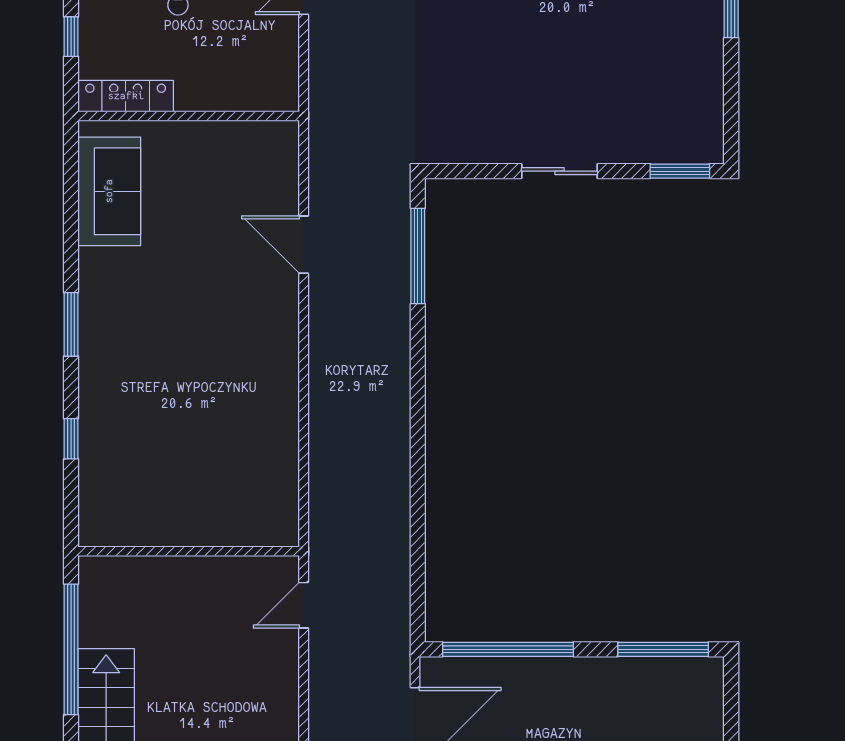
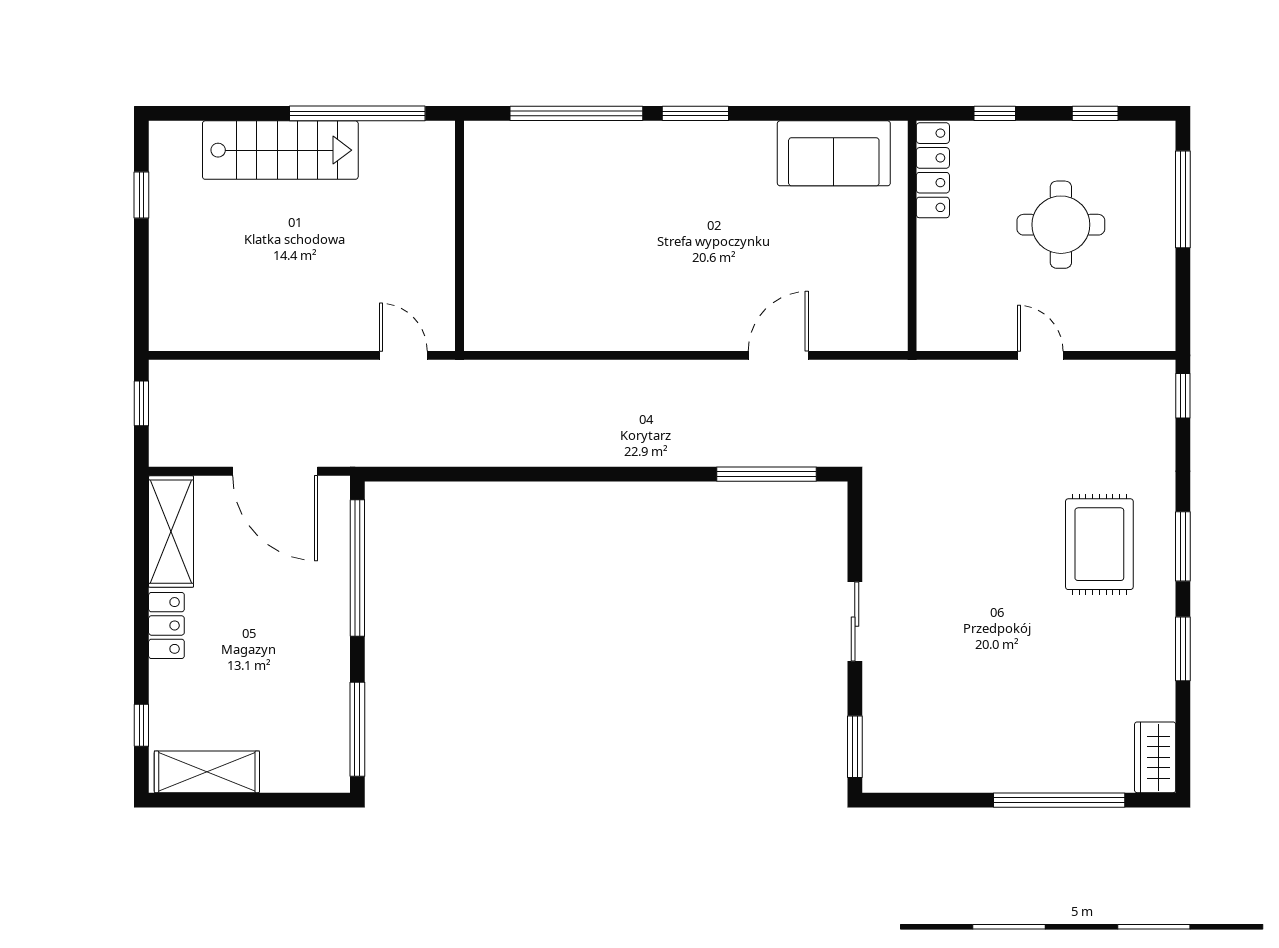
window: (71, 439) -> (576, 113), width x3.17

